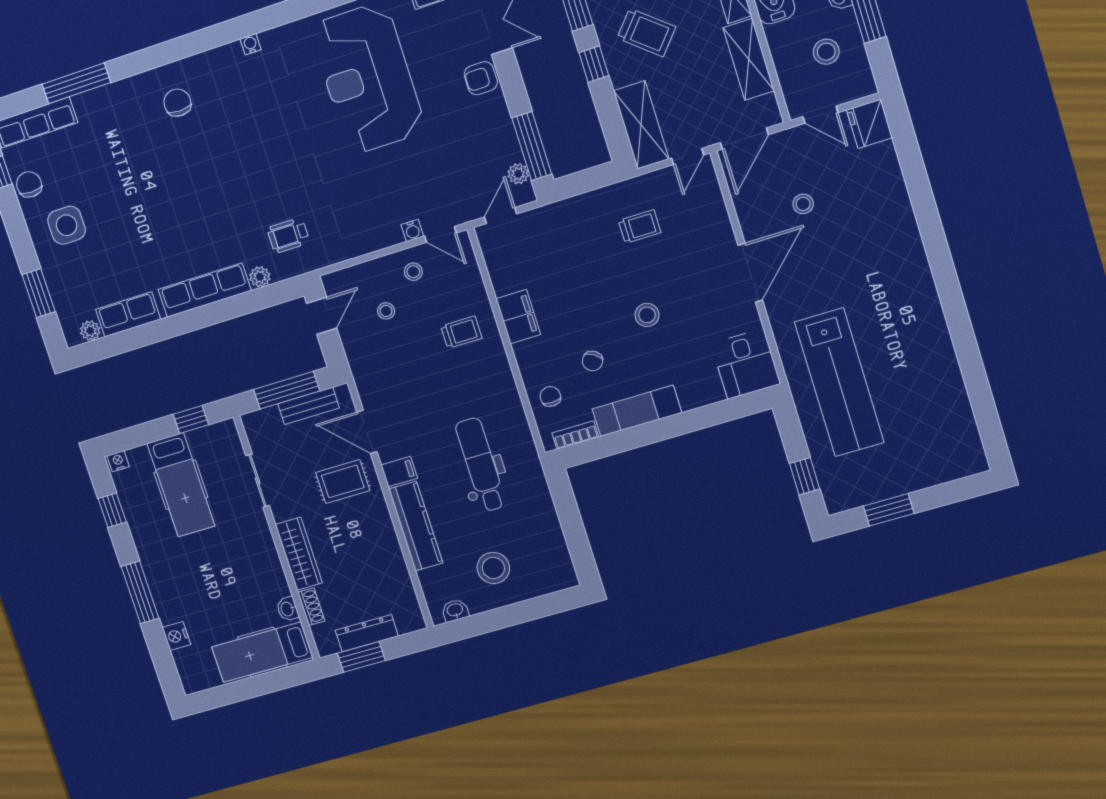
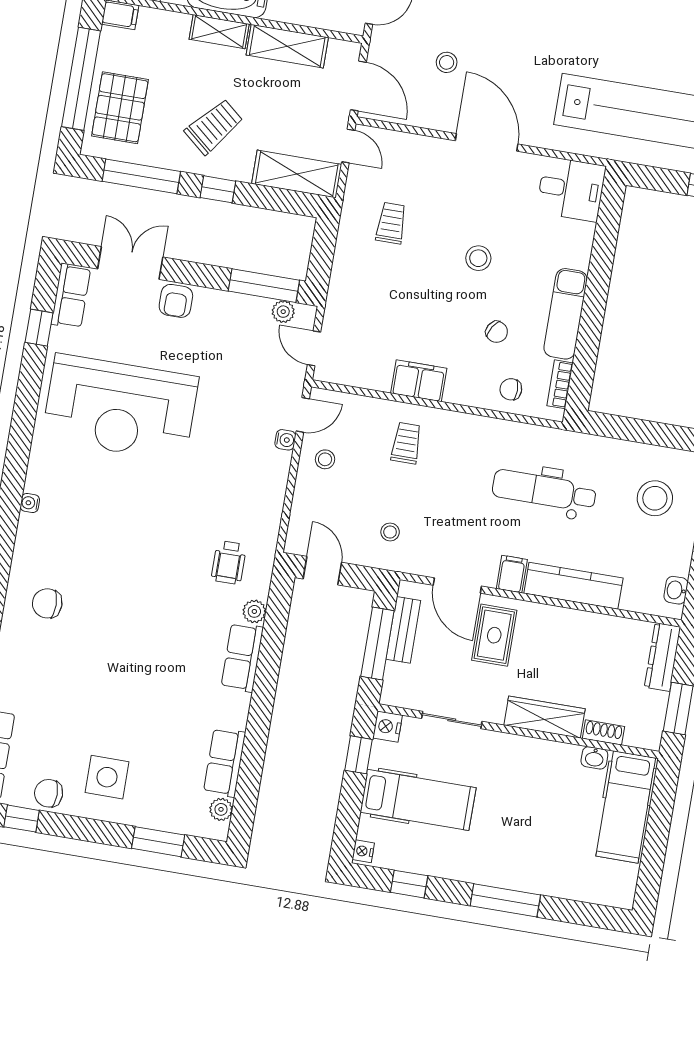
row of seats: (205, 290) -> (242, 657), width x0.68
stool: (386, 311) -> (390, 532), moved
door: (367, 432) -> (457, 586), hinge flipped
stool: (493, 568) -> (655, 498), moved
dresser: (367, 633) -> (663, 657), moved
nightstand: (176, 636) -> (388, 726), moved, turned 90

